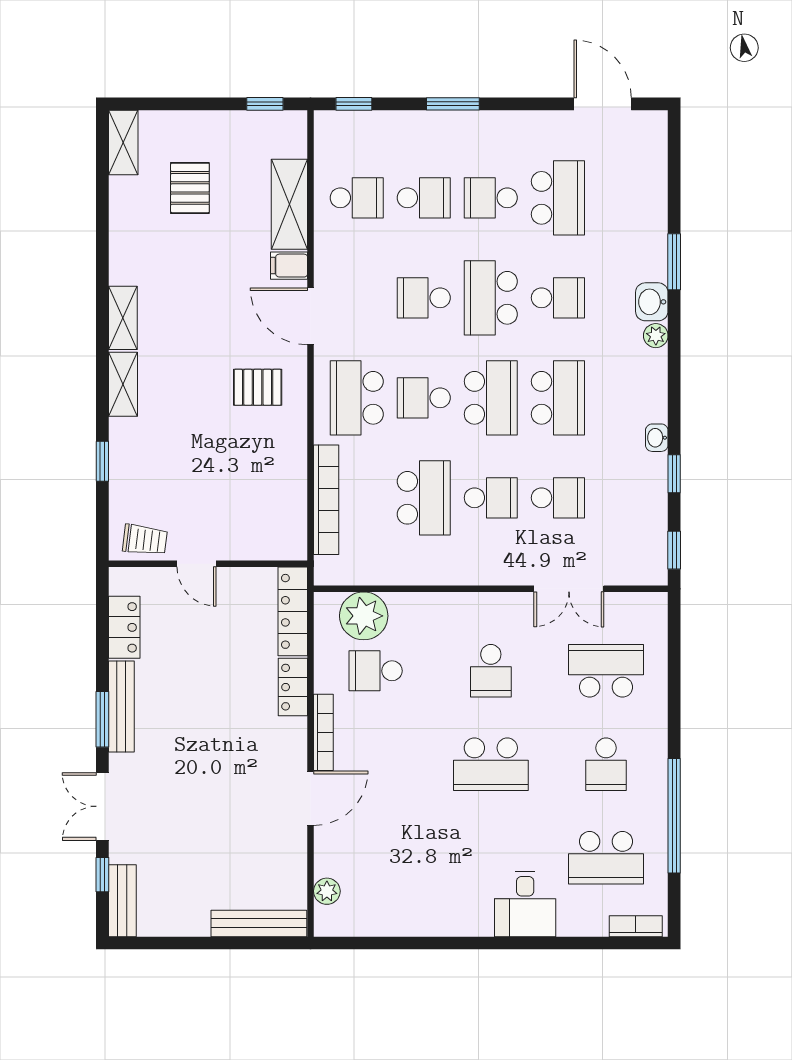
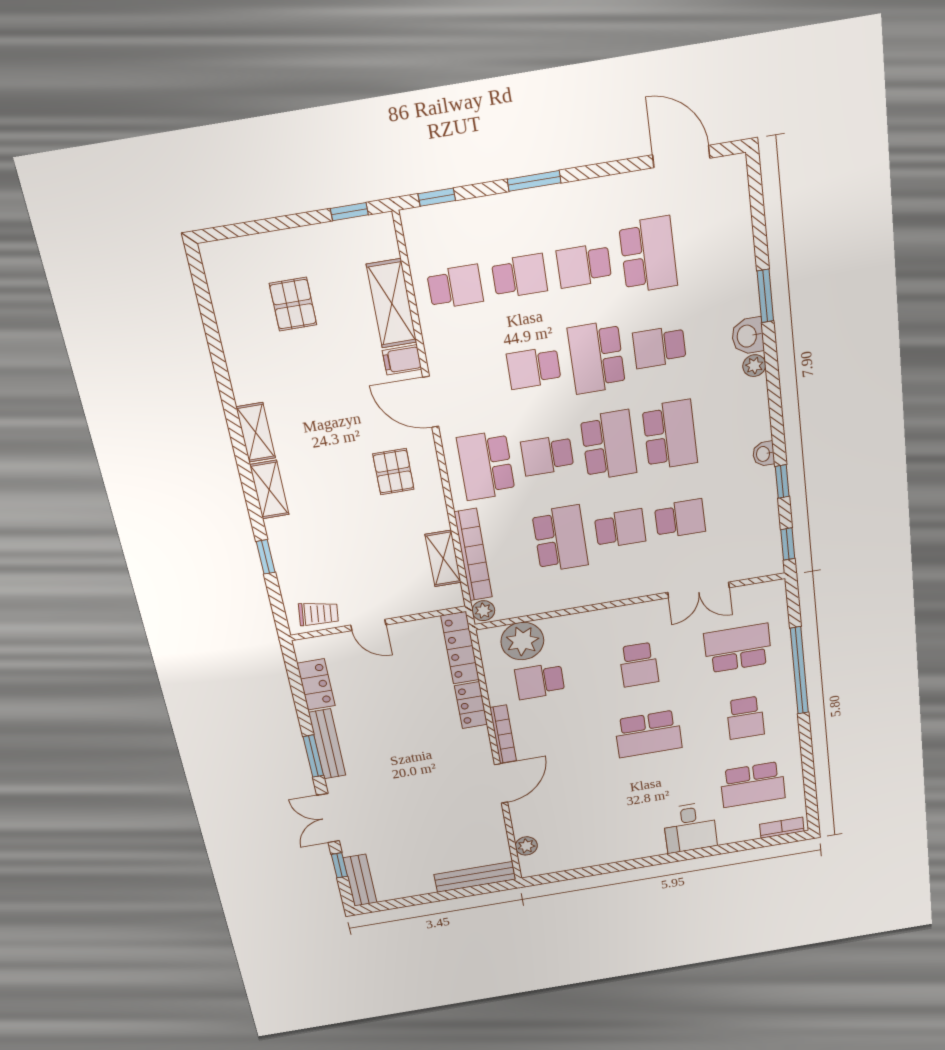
shelving: (123, 143) -> (443, 558), moved
school desk: (558, 298) -> (659, 347), turned 180
pallet: (258, 387) -> (393, 472), turned 90
plant: (326, 570) -> (483, 611), added
window: (674, 816) -> (799, 671), moved

